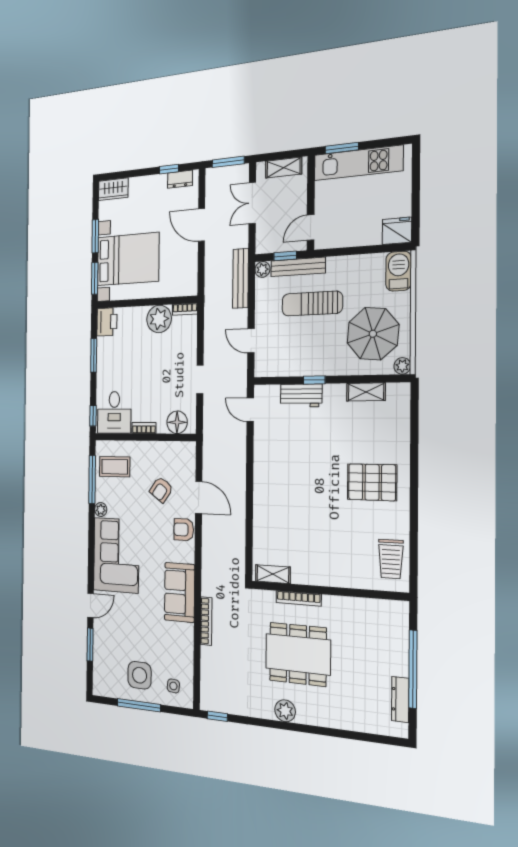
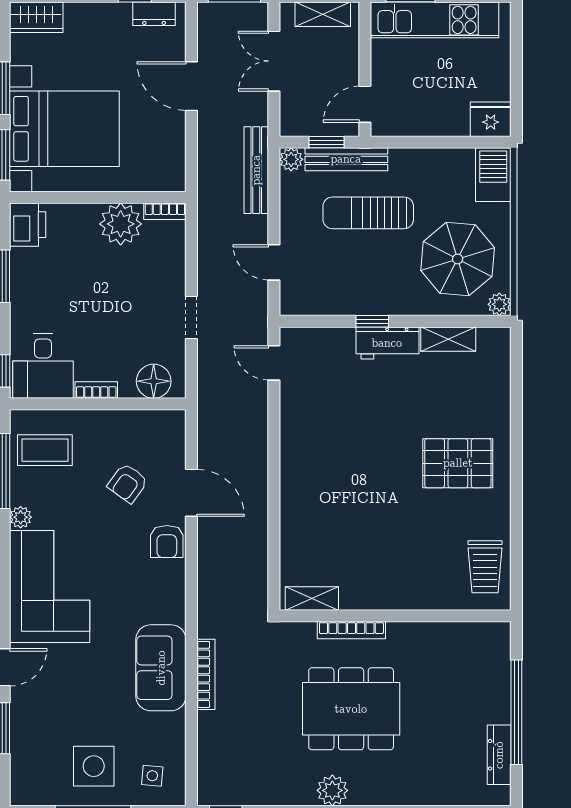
workbench: (301, 395) -> (387, 343), moved
armchair: (184, 530) -> (167, 542), turned -90
sofa: (179, 592) -> (161, 668), moved

